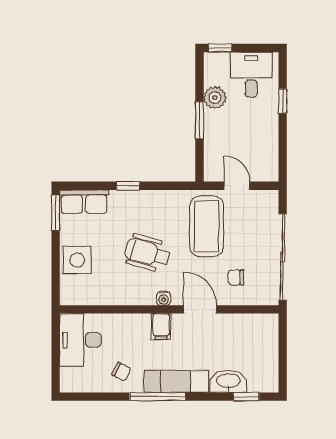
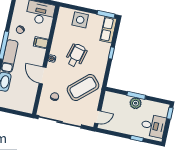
plant: (215, 98) -> (136, 103), moved
door: (237, 186) -> (98, 117), moved
coffee table: (207, 226) -> (83, 88), turned -42
door: (200, 309) -> (43, 75), swing flipped
filing cabinet: (161, 326) -> (41, 43), moved

